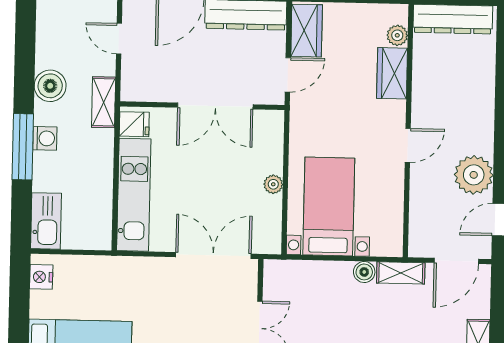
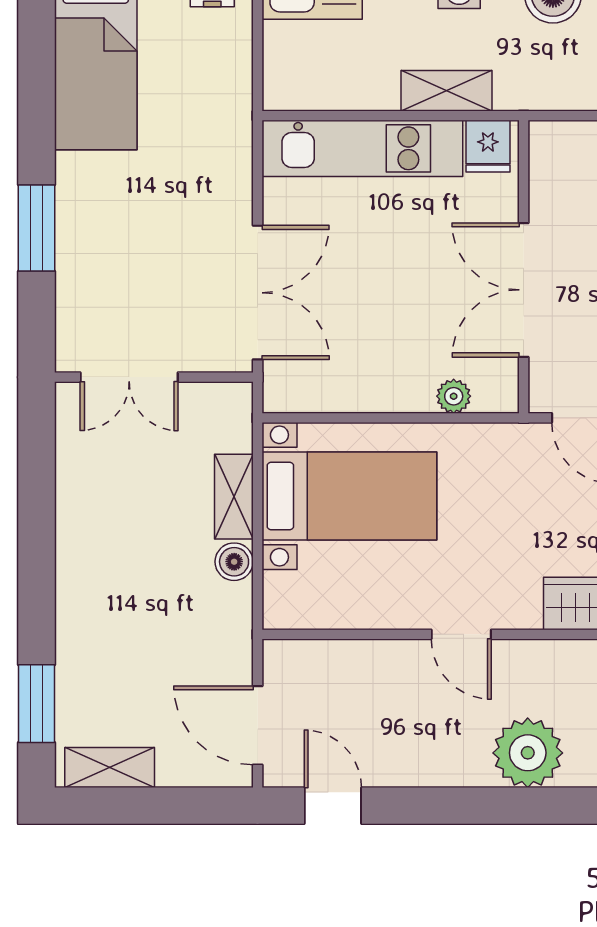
shelving: (104, 102) -> (447, 91), moved
plant: (474, 175) -> (528, 753), moved
plant: (273, 184) -> (454, 396), moved
shelving: (401, 273) -> (234, 497), moved

